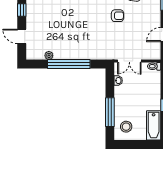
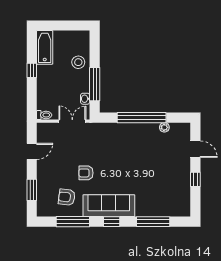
window: (110, 112) -> (95, 84), moved
stool: (126, 127) -> (78, 62), moved

